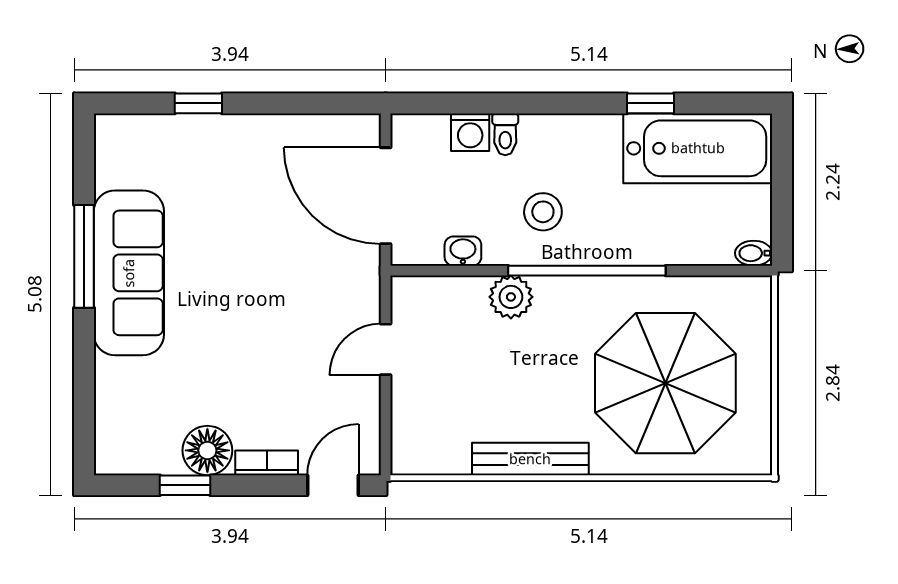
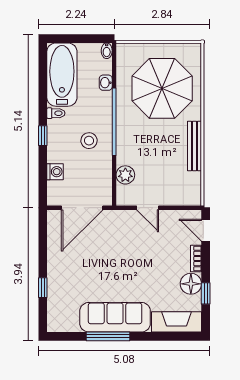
window: (651, 103) -> (43, 136), moved
toilet: (505, 134) -> (56, 113), moved
washbasin: (463, 251) -> (106, 83), moved
plant: (511, 297) -> (125, 175), moved
fireplace: (118, 417) -> (176, 322), added

